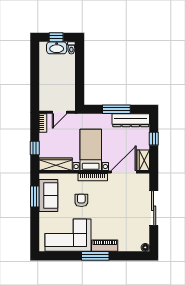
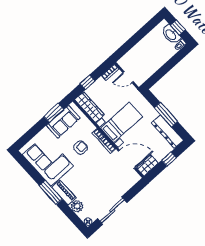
sliding door: (154, 208) -> (112, 211), moved
plant: (125, 245) -> (77, 206), added

